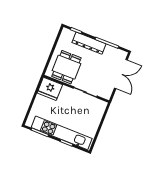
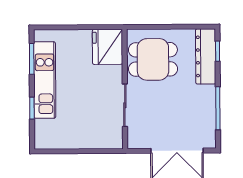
dresser: (89, 43) -> (206, 56), moved
kitchen unit: (62, 133) -> (45, 80), width x0.73

